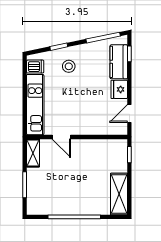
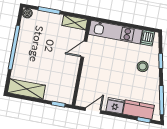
door: (129, 114) -> (93, 110), hinge flipped
boiler: (32, 209) -> (27, 13), added

